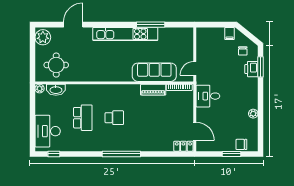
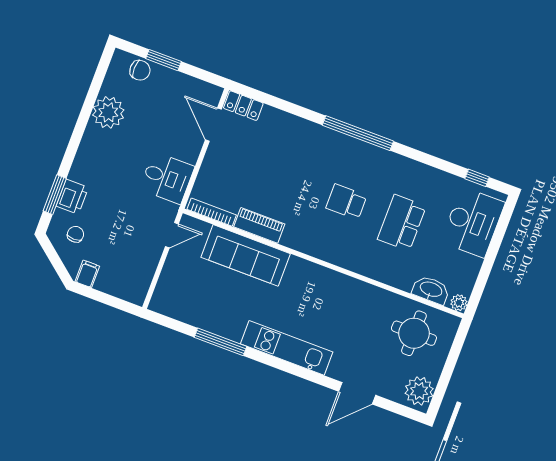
kitchen unit: (125, 34) -> (287, 348), width x0.73
plant: (253, 114) -> (108, 112), width x1.88, depth x1.88

